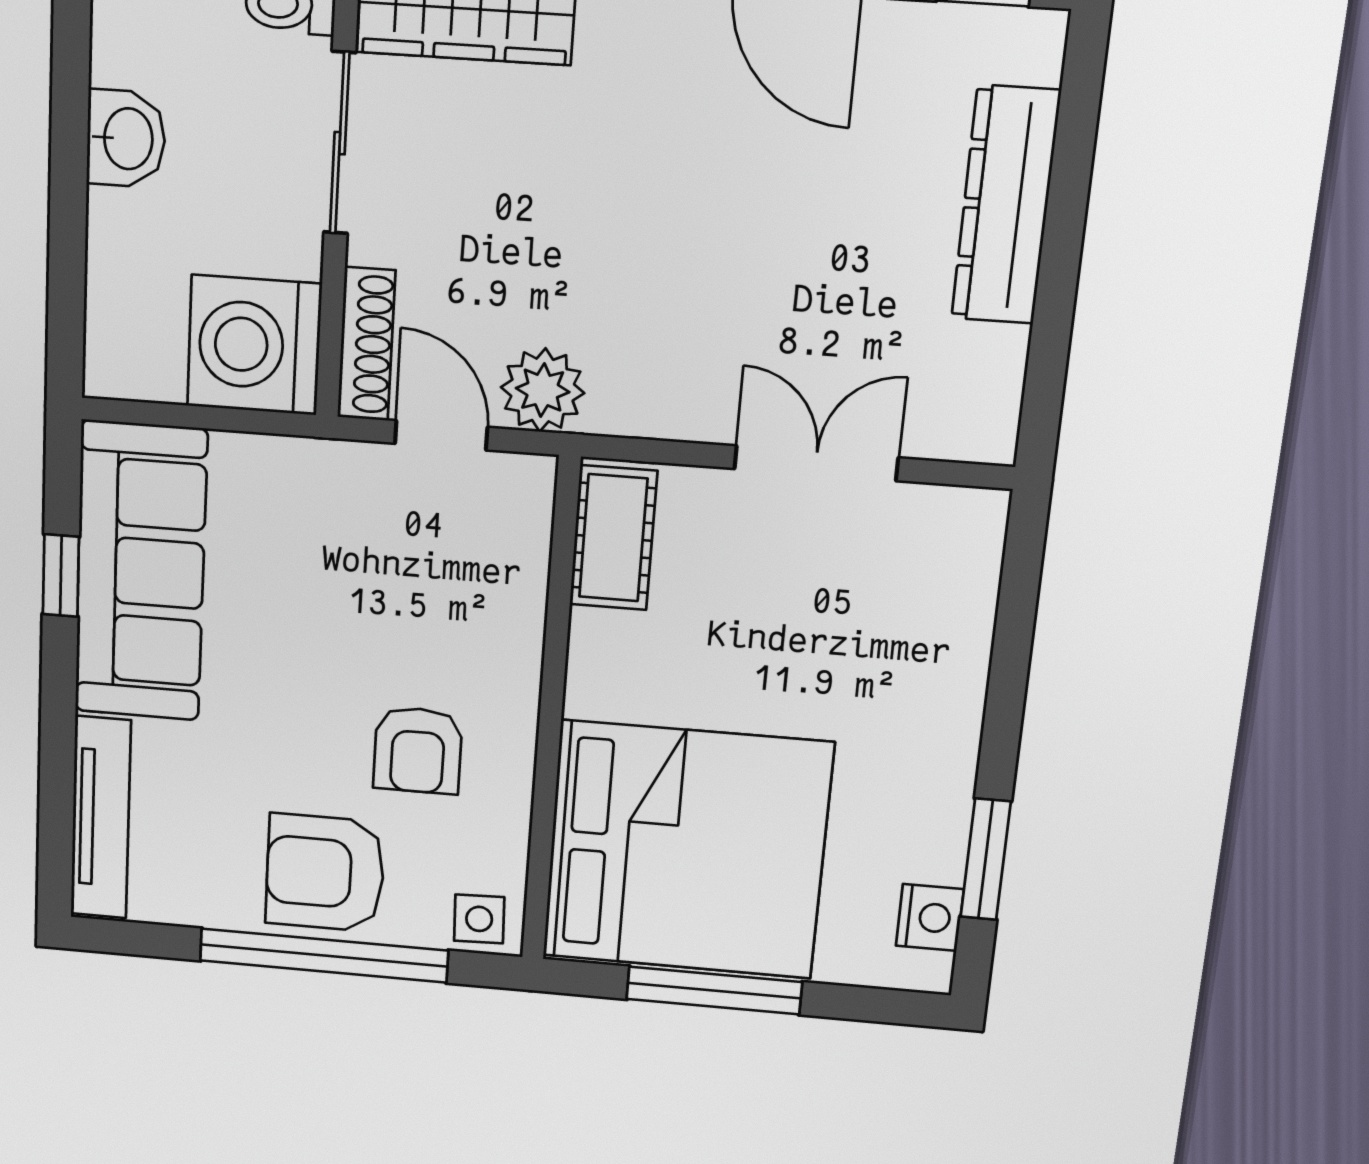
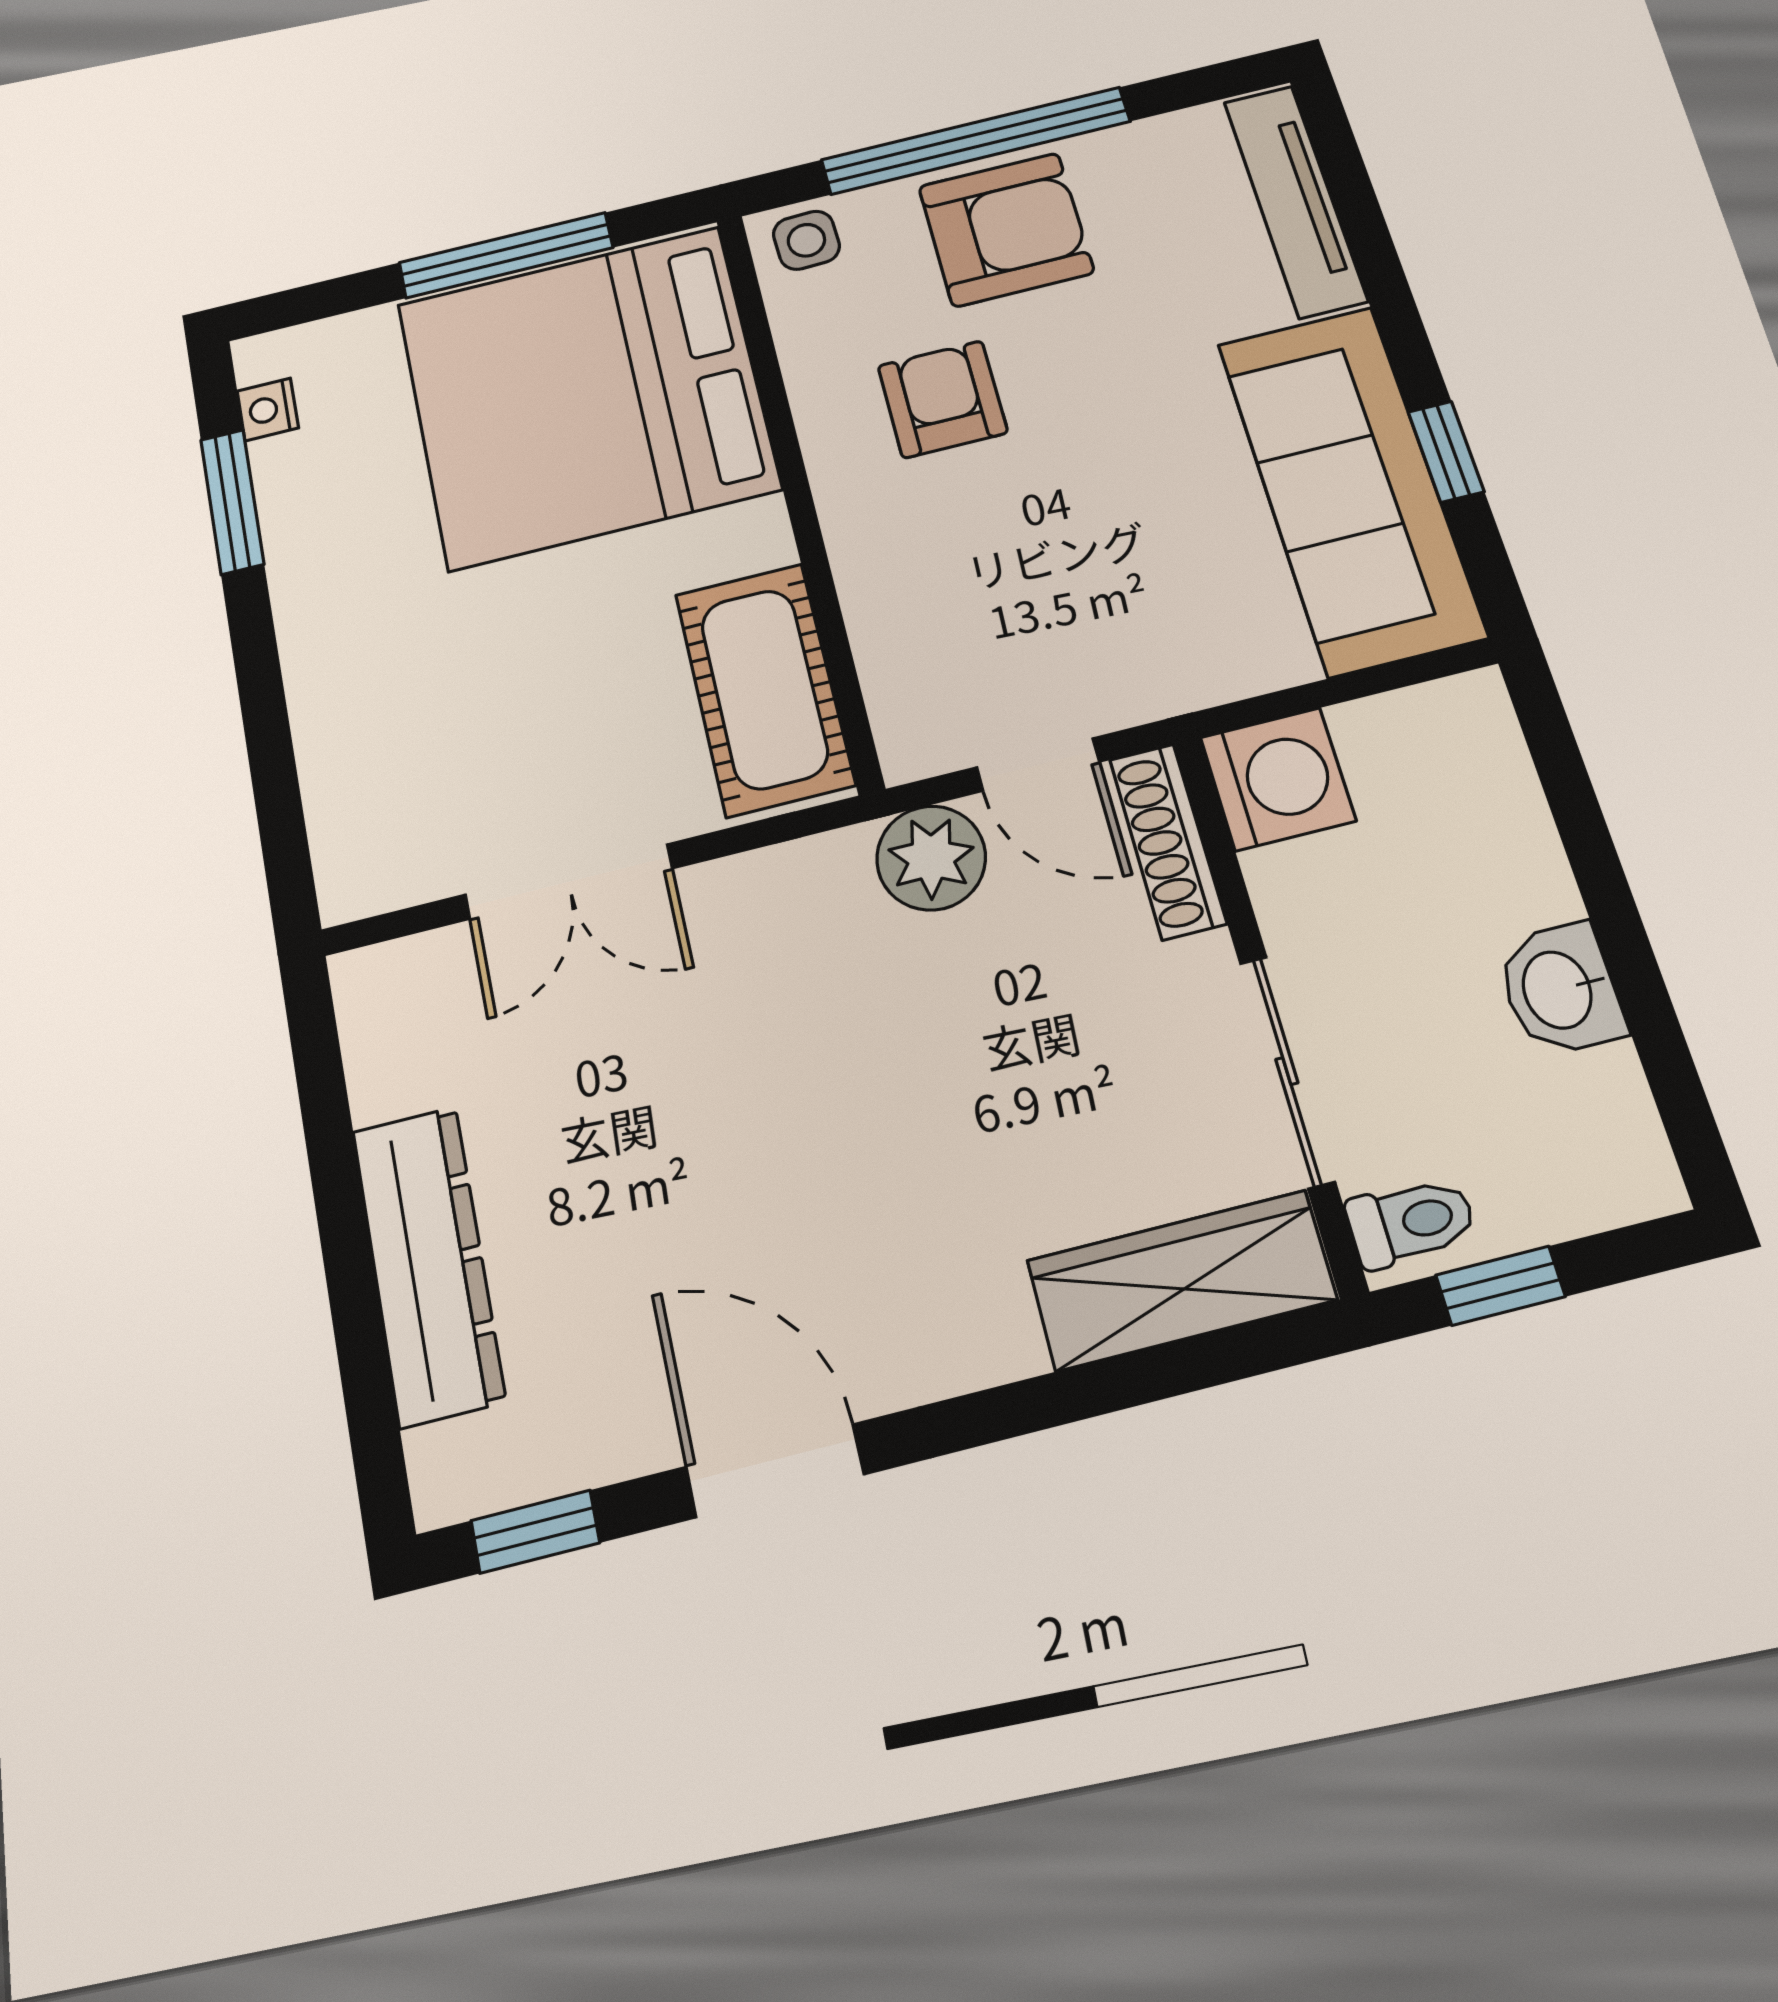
washing machine: (254, 345) -> (1278, 779), width x0.73, depth x0.73
cot: (613, 538) -> (764, 689), width x1.37, depth x1.34
nightstand: (930, 917) -> (268, 409), width x0.72, depth x0.74

